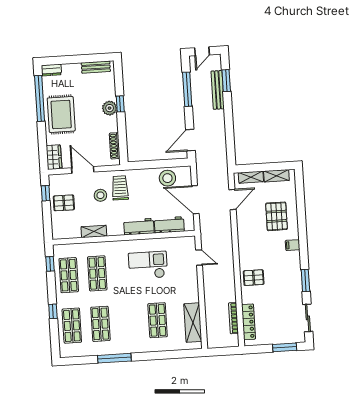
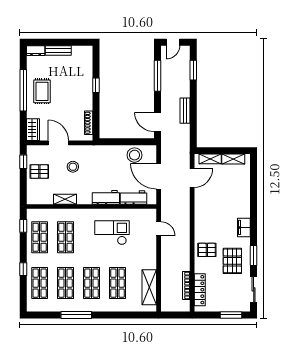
bench: (96, 67) -> (58, 50), moved
bench: (218, 90) -> (185, 111), moved, width x0.73
window: (40, 98) -> (23, 90), moved
plant: (110, 108) -> (86, 88), removed
rug: (61, 114) -> (42, 91), width x0.73, depth x0.70
door: (190, 140) -> (157, 122), hinge flipped
trolley: (120, 188) -> (91, 161), removed
pallet: (276, 216) -> (232, 261), moved
filing cabinet: (293, 245) -> (244, 227), width x2.00
shop shelf: (129, 322) -> (92, 283), added

